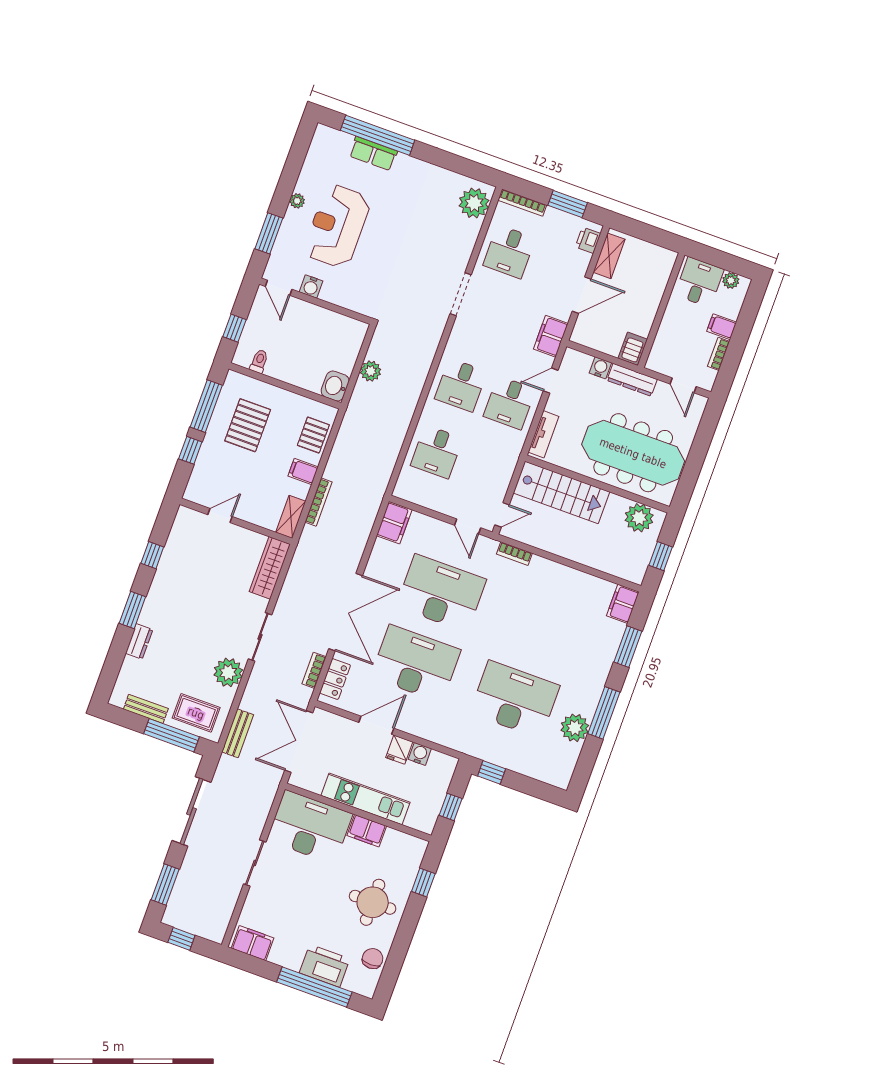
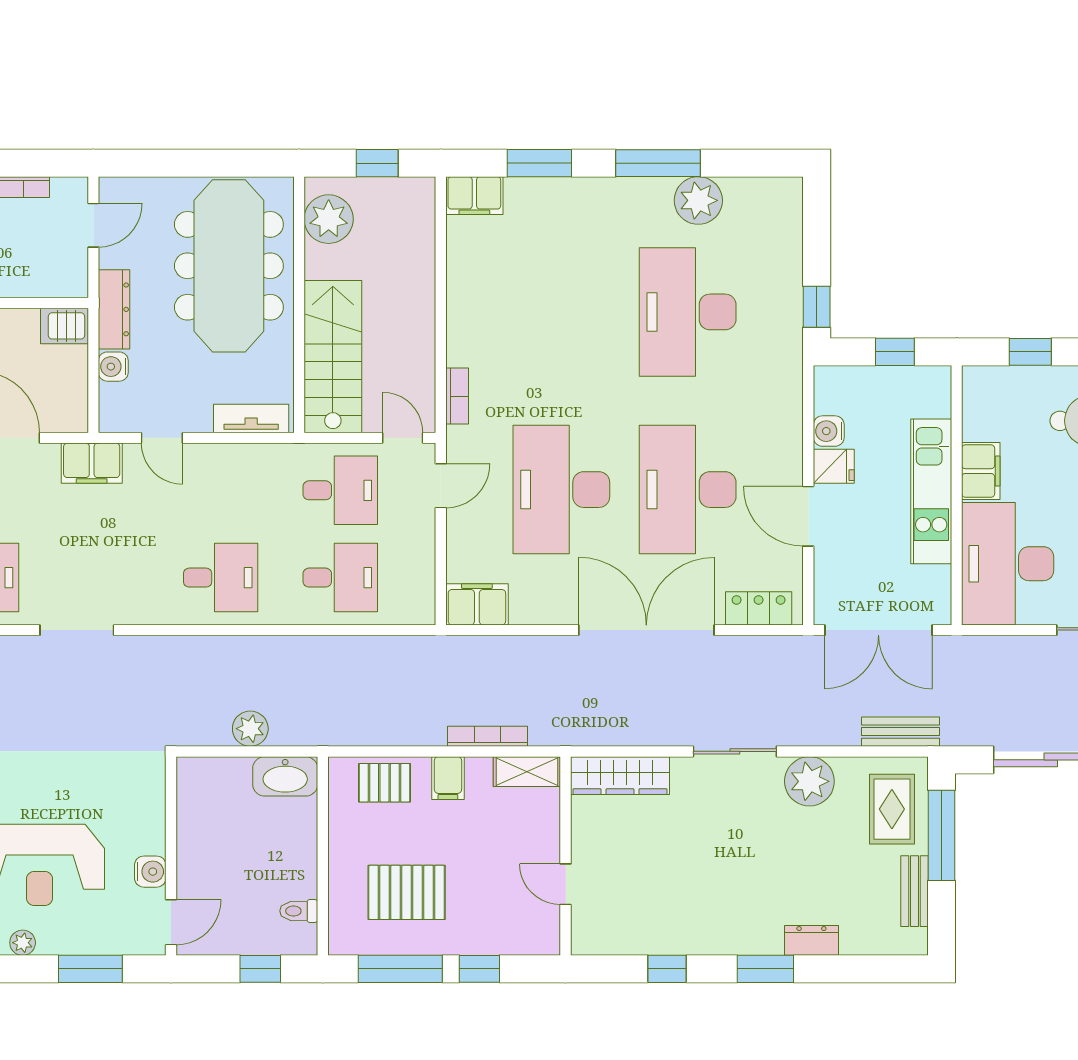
washbasin: (335, 386) -> (285, 776), width x1.38
desk: (510, 403) -> (340, 490), moved
bookcase: (314, 670) -> (757, 647), removed

